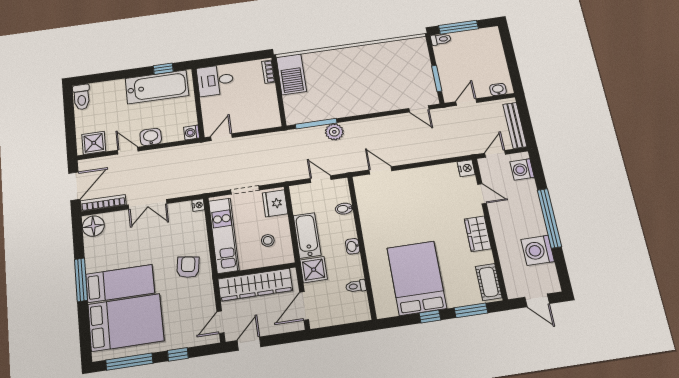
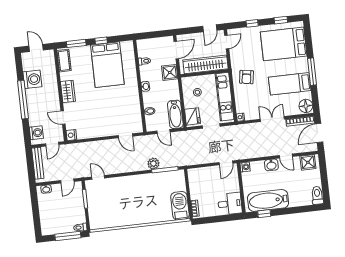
bathtub: (307, 235) -> (175, 114), moved
bed: (120, 284) -> (290, 84), moved
window: (129, 362) -> (281, 20), width x0.46

